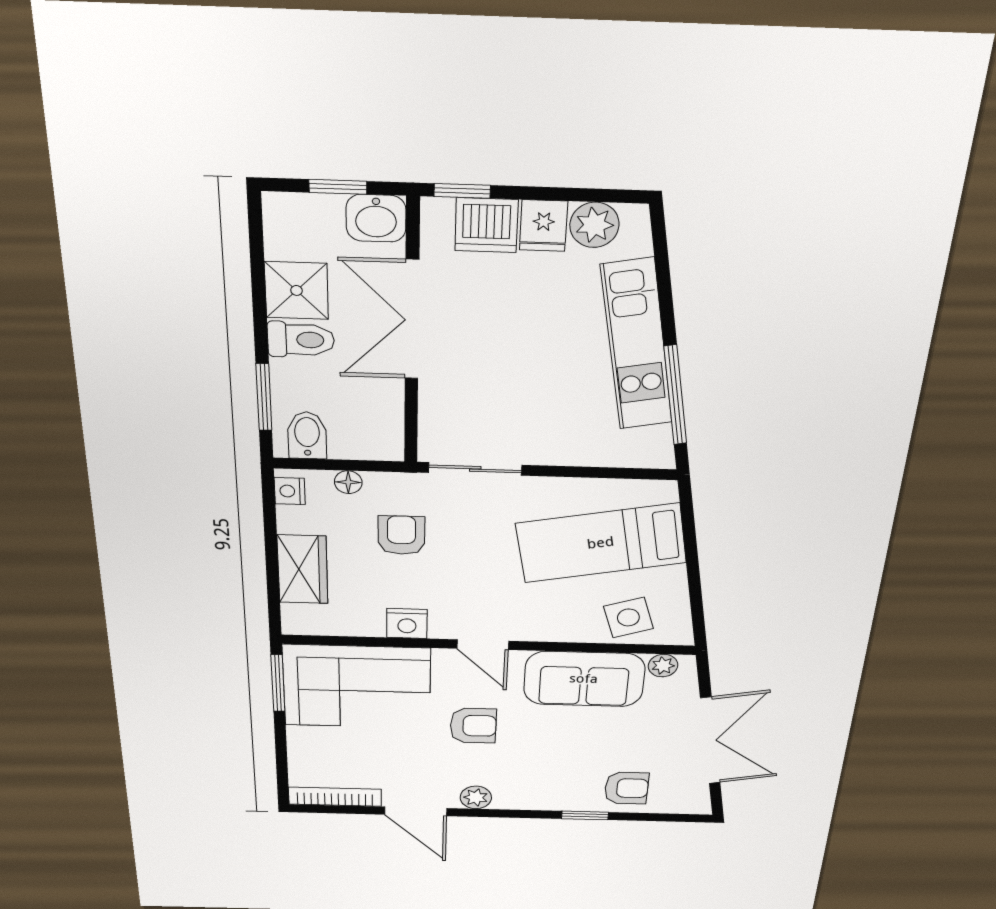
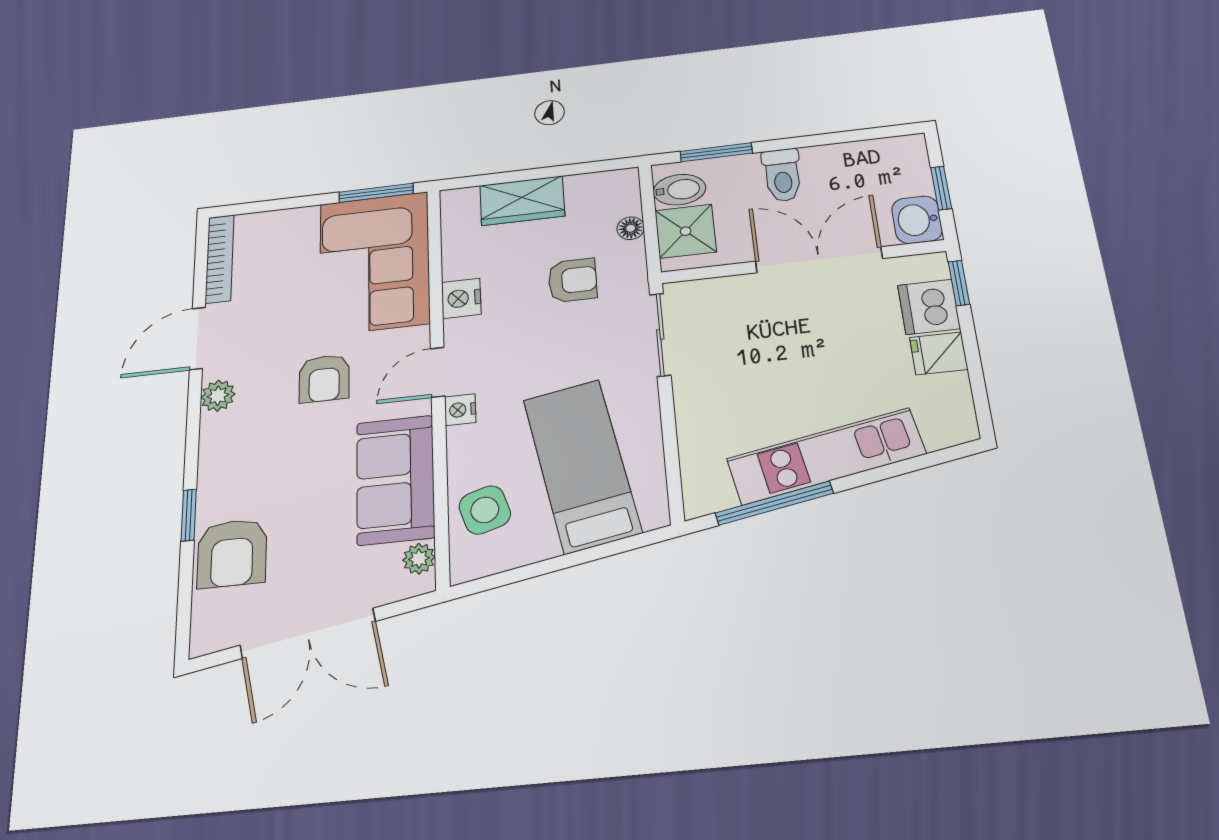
plant: (594, 225) -> (949, 396), removed
shower: (297, 290) -> (686, 231), moved
nightstand: (290, 491) -> (460, 410), moved, turned -90
armchair: (626, 788) -> (232, 553), width x1.38, depth x1.38

